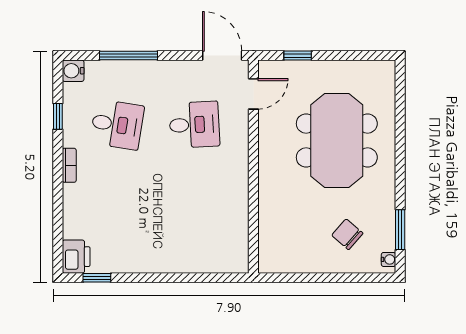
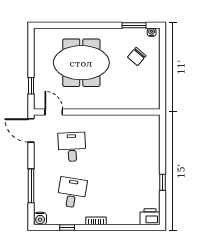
door: (222, 56) -> (31, 130), hinge flipped
window: (97, 278) -> (162, 182), moved

